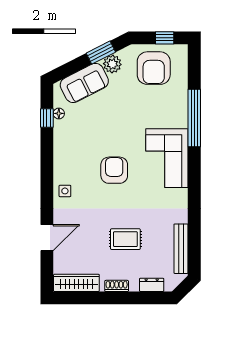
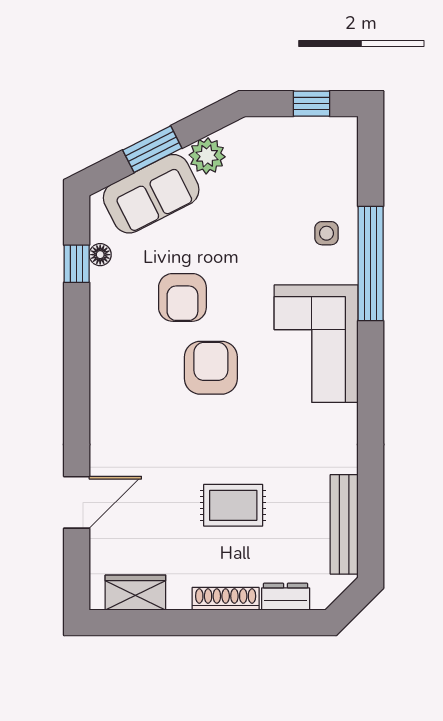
window: (101, 53) -> (152, 149), moved
armchair: (154, 68) -> (182, 297), moved, width x0.73, depth x0.73
side table: (65, 191) -> (326, 233), moved
wardrobe: (76, 283) -> (135, 593), width x0.67
shoe rack: (117, 286) -> (226, 599), width x1.43

